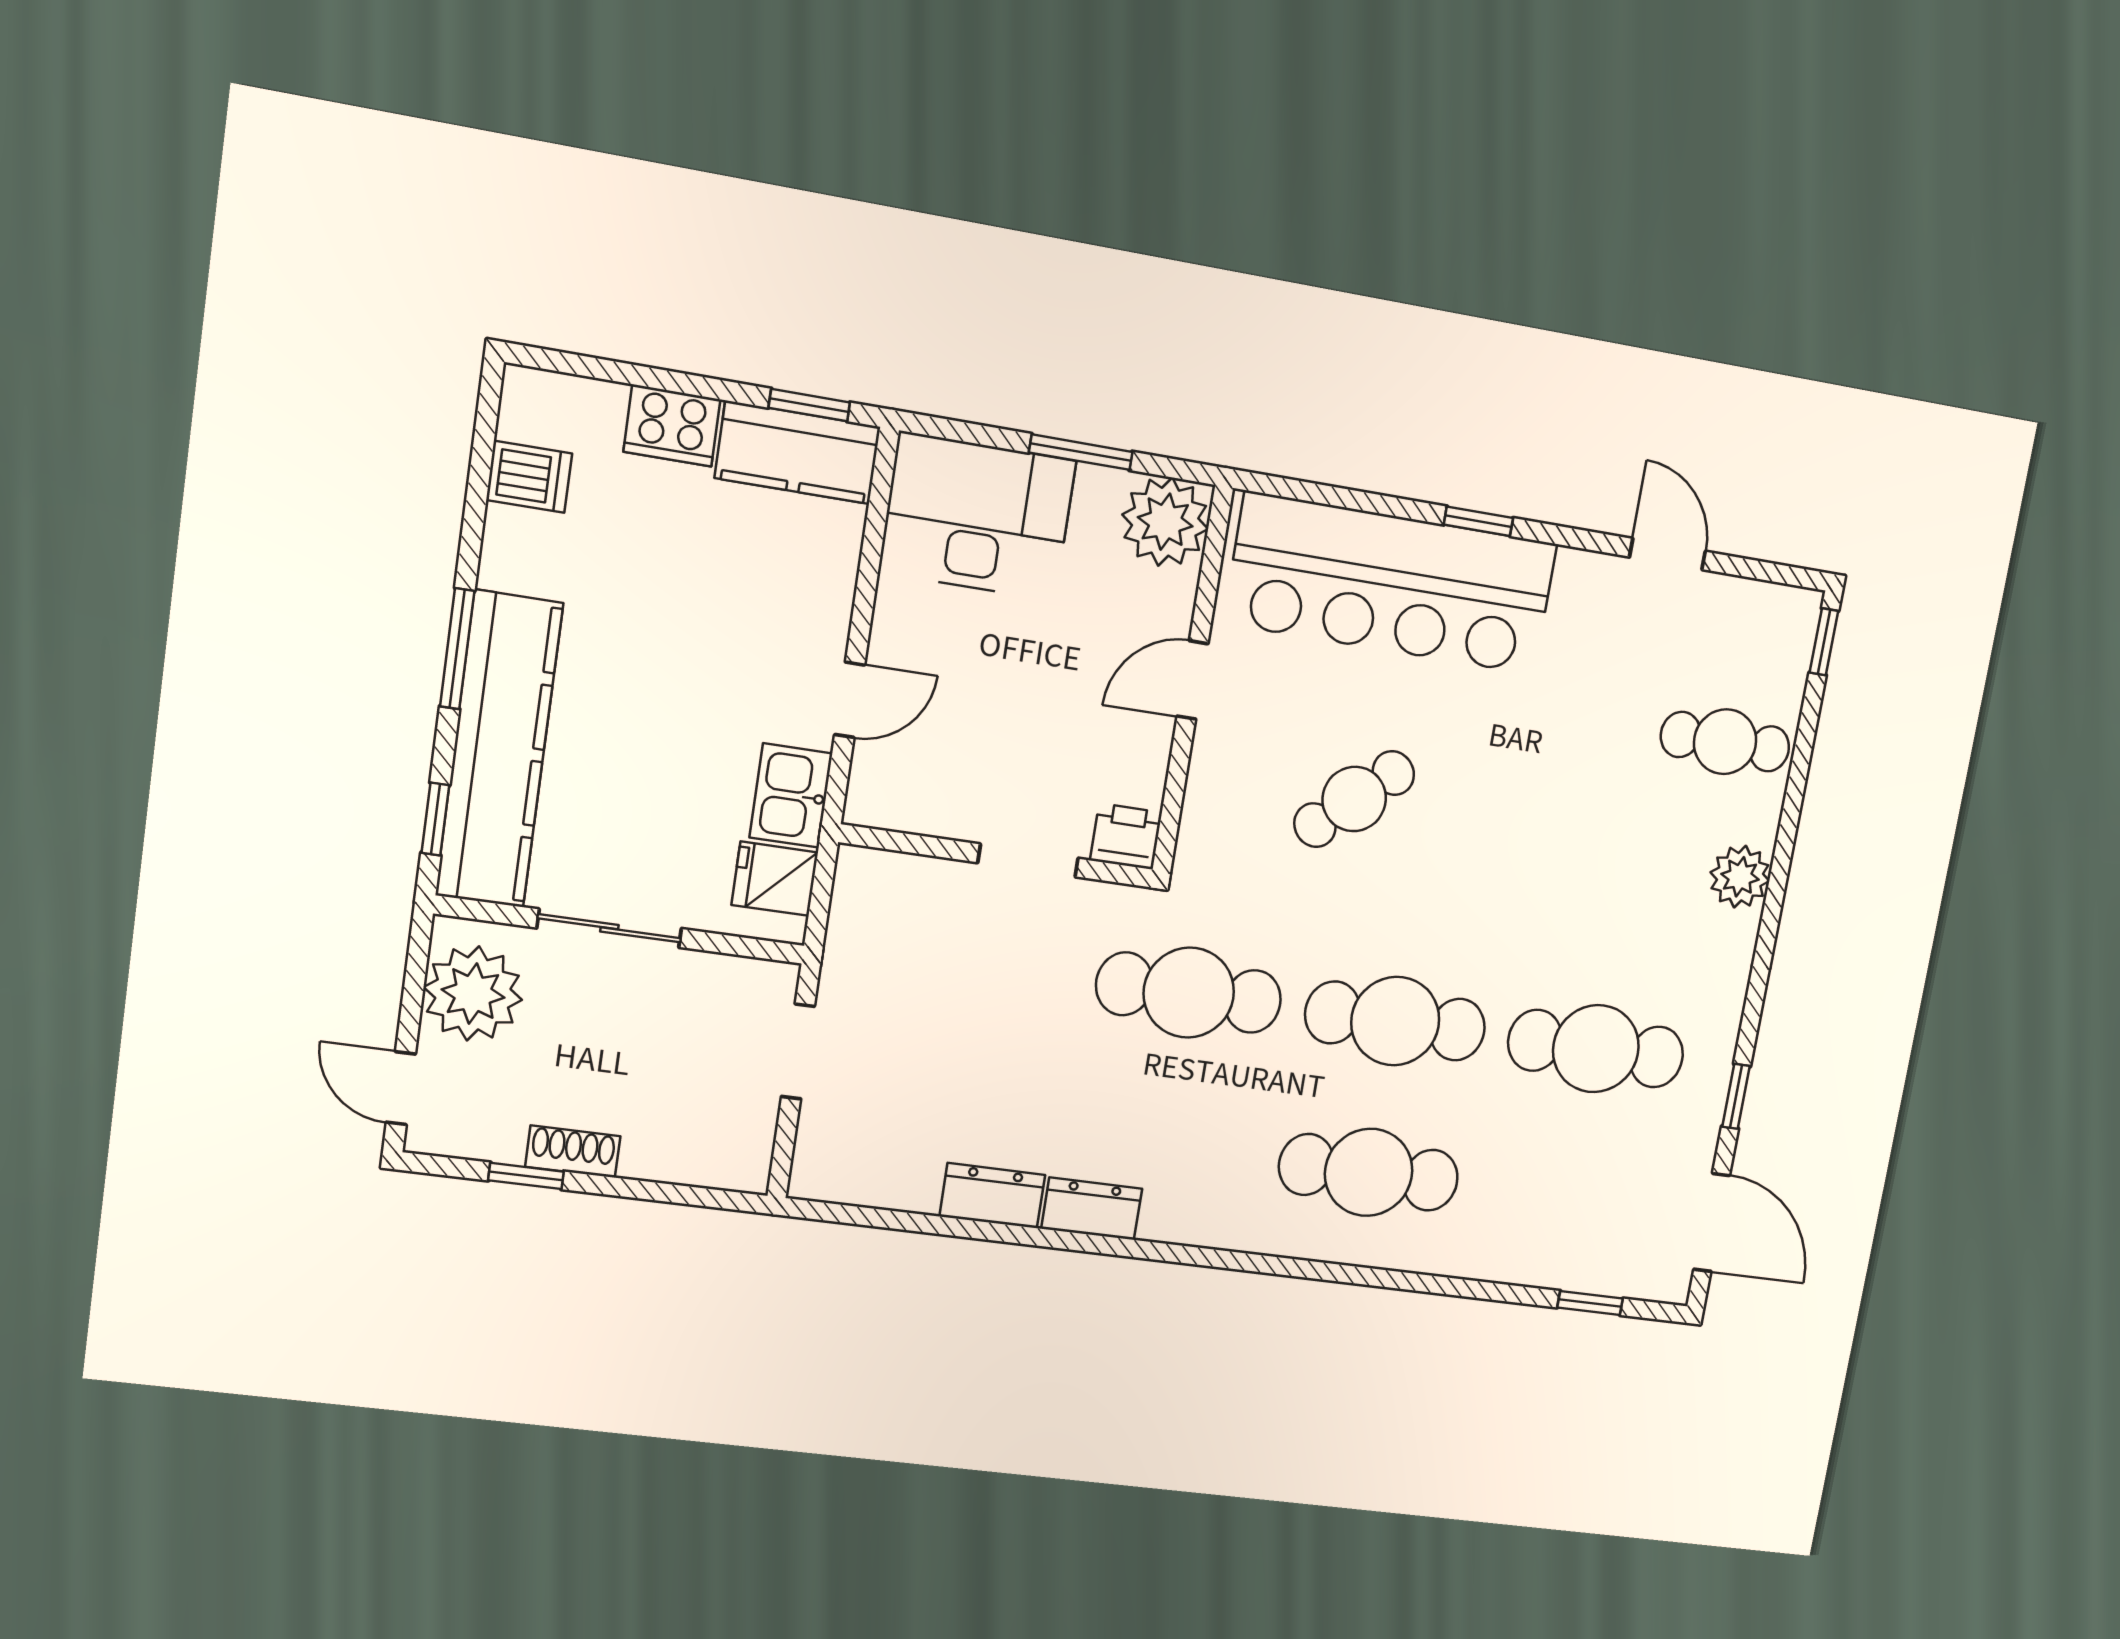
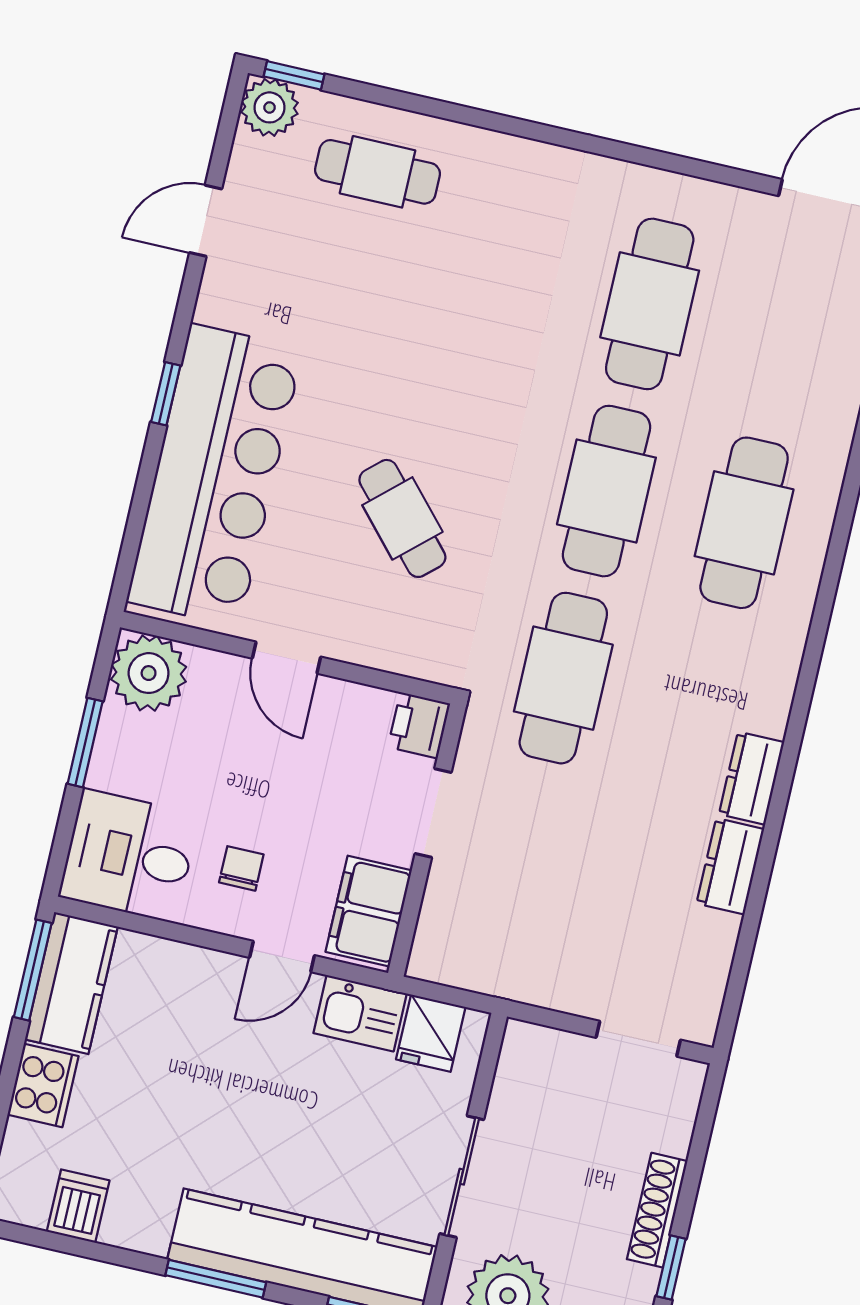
window: (809, 405) -> (33, 970), width x1.50
desk: (977, 516) -> (129, 856), width x0.73
chair: (948, 645) -> (241, 868), added
door: (850, 700) -> (282, 957), swing flipped
cafe table: (1725, 742) -> (378, 172), turned 90
filing cabinet: (910, 796) -> (369, 911), added
plant: (1740, 877) -> (270, 107), moved
doorway: (798, 1051) -> (638, 1039), moved
window: (1736, 1096) -> (708, 171), removed
shoe rack: (573, 1152) -> (657, 1210), width x1.43

